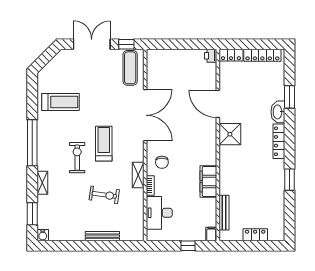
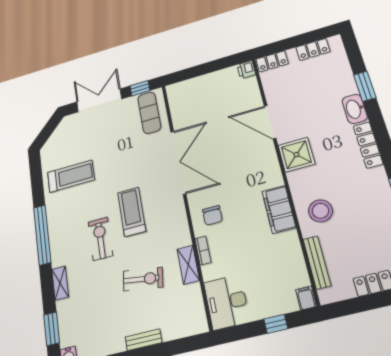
locker: (262, 55) -> (313, 49), width x0.66
shelving: (138, 175) -> (188, 265), moved
stool: (235, 179) -> (320, 211), added
filing cabinet: (208, 182) -> (279, 209), moved
desk: (159, 213) -> (227, 302), moved
bench: (102, 236) -> (144, 340), width x0.73

